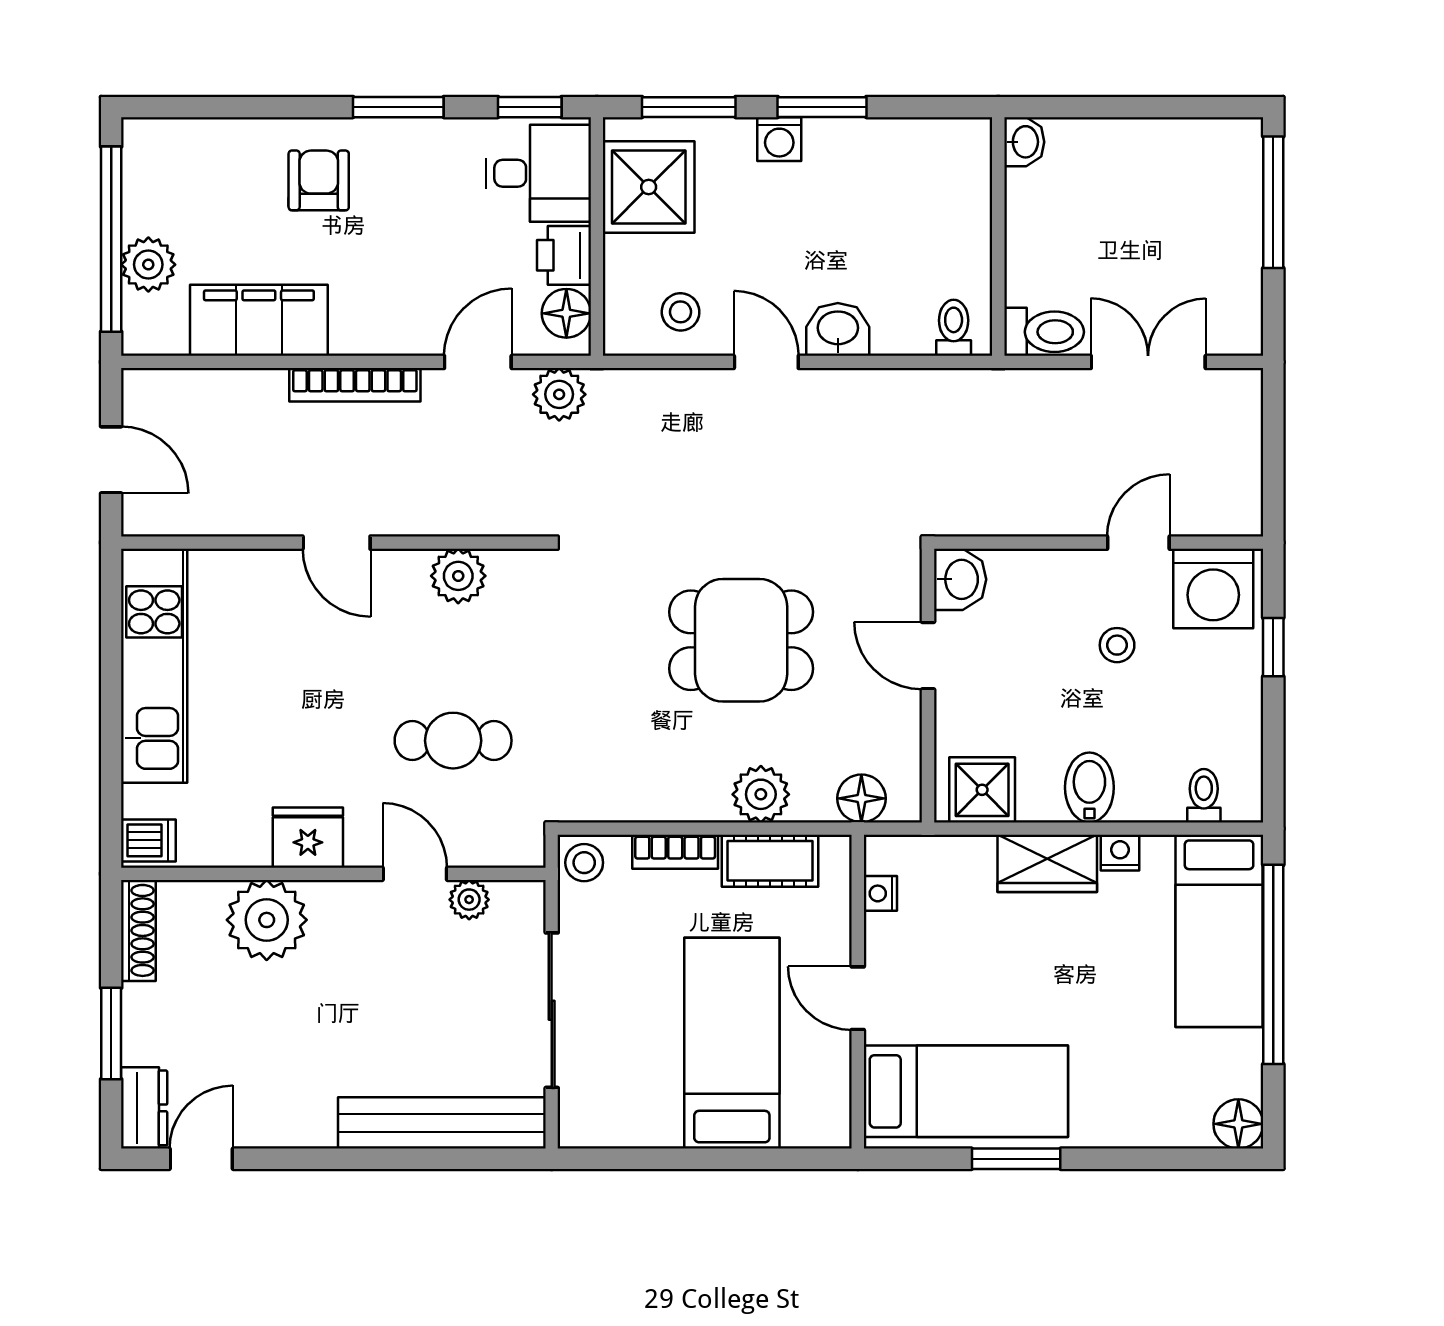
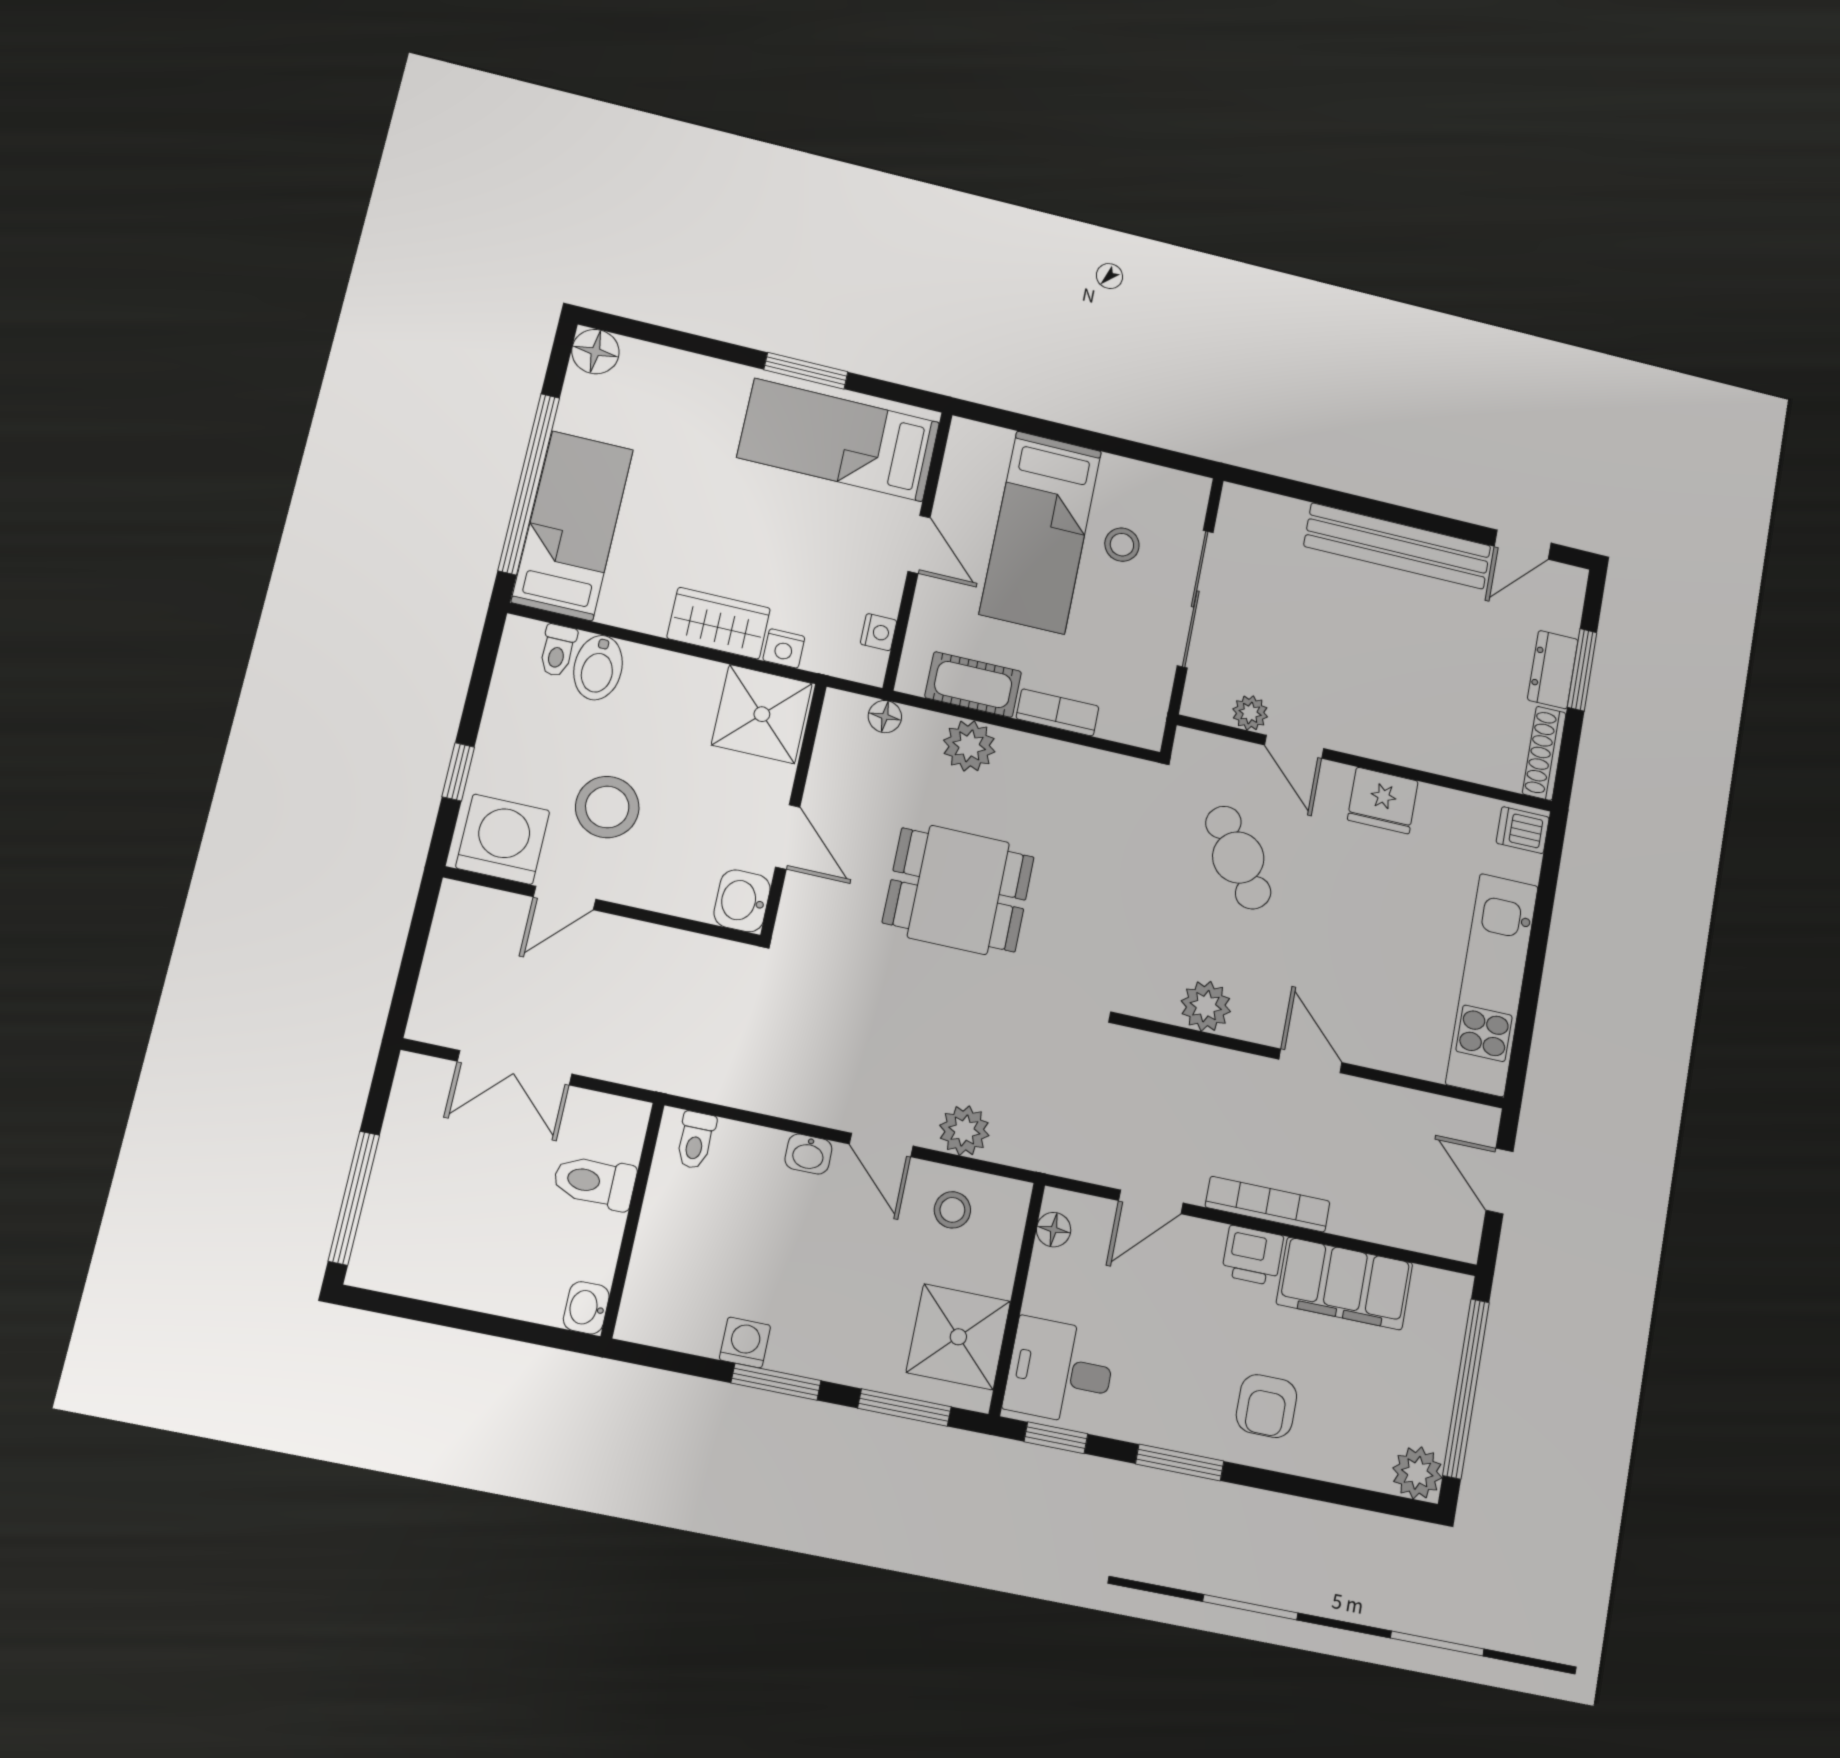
washing machine: (779, 139) -> (745, 1343), moved
printer: (564, 255) -> (1253, 1256), moved, turned 90
plant: (148, 265) -> (1417, 1473), moved
floor lamp: (566, 313) -> (1054, 1230), width x0.73, depth x0.73
washbasin: (838, 329) -> (808, 1154), width x0.72, depth x0.69
toilet: (1044, 332) -> (595, 1182), moved
plant: (559, 394) -> (964, 1130), moved
stool: (1117, 645) -> (607, 807), width x1.89, depth x1.89
cafe table: (453, 741) -> (1238, 858), turned 56
bidet: (1089, 787) -> (598, 668), moved
shower: (982, 790) -> (762, 714), width x1.36, depth x1.36
floor lamp: (861, 798) -> (885, 717), width x0.73, depth x0.73
nightstand: (1120, 853) -> (784, 648), moved
stool: (584, 863) -> (1122, 545), moved
plant: (267, 920) -> (1431, 736), removed
dresser: (144, 1108) -> (1553, 670), moved
bench: (442, 1123) -> (1398, 546), moved

